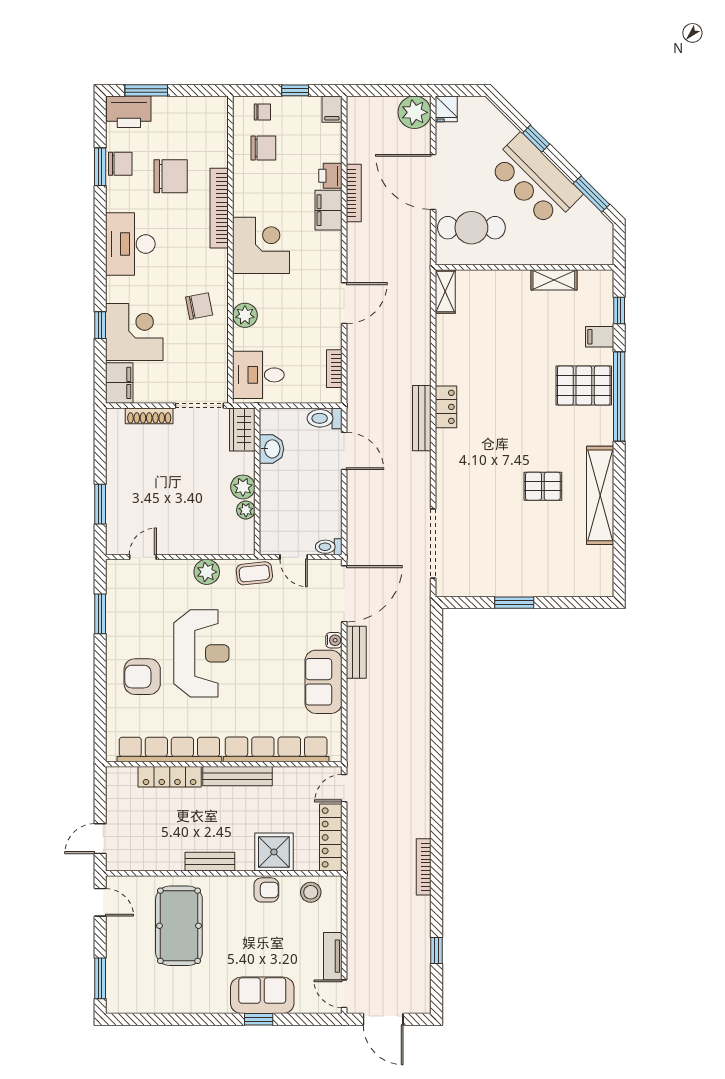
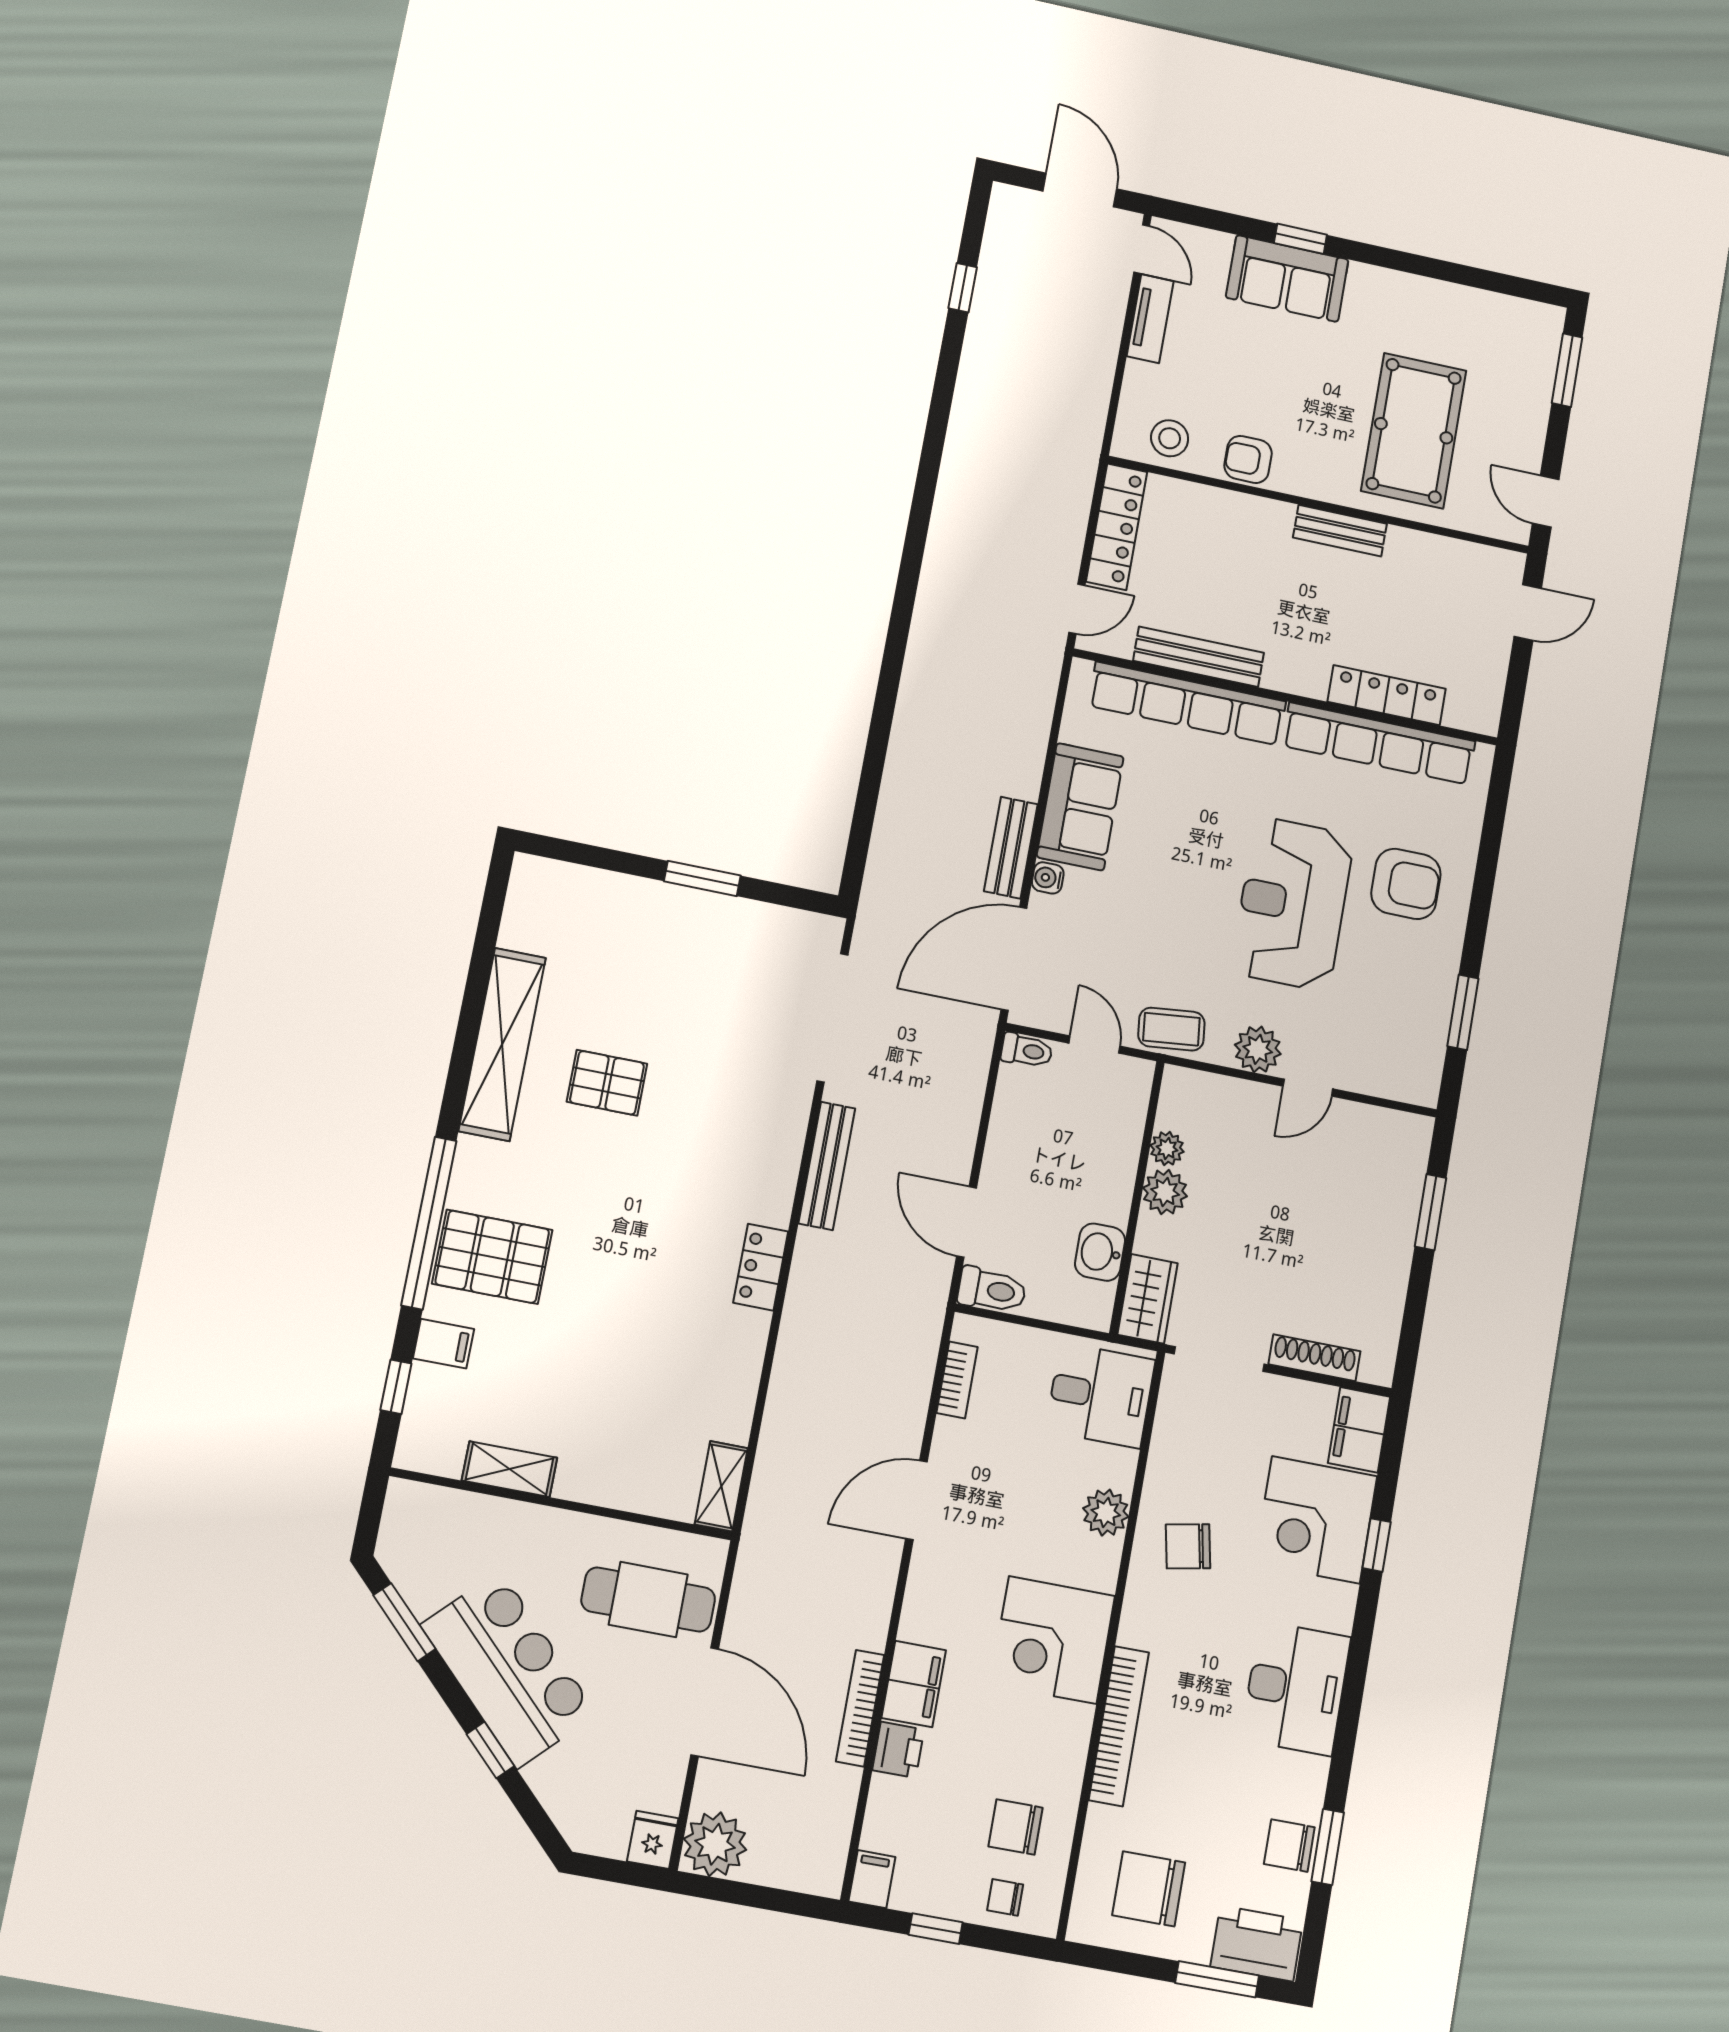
chair: (171, 176) -> (1149, 1889), moved
bench: (422, 418) -> (827, 1166), moved
door: (143, 557) -> (1308, 1088), moved
bench: (237, 776) -> (1199, 657), moved
shower: (274, 852) -> (1223, 523), removed
bookcase: (424, 867) -> (958, 439), removed

